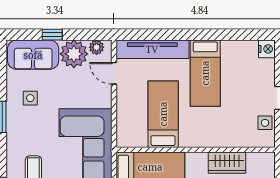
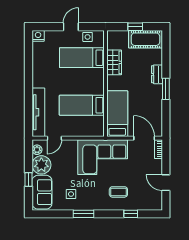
bed: (205, 73) -> (82, 58), moved, turned 180

